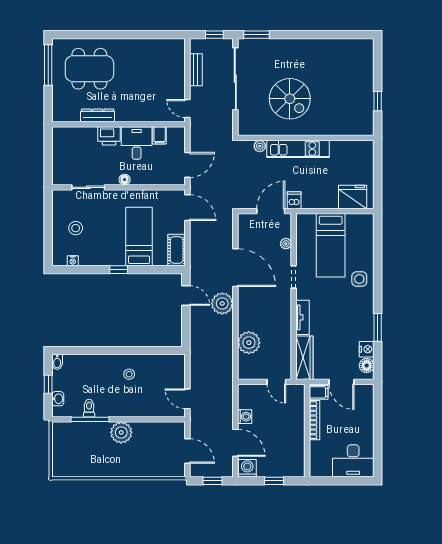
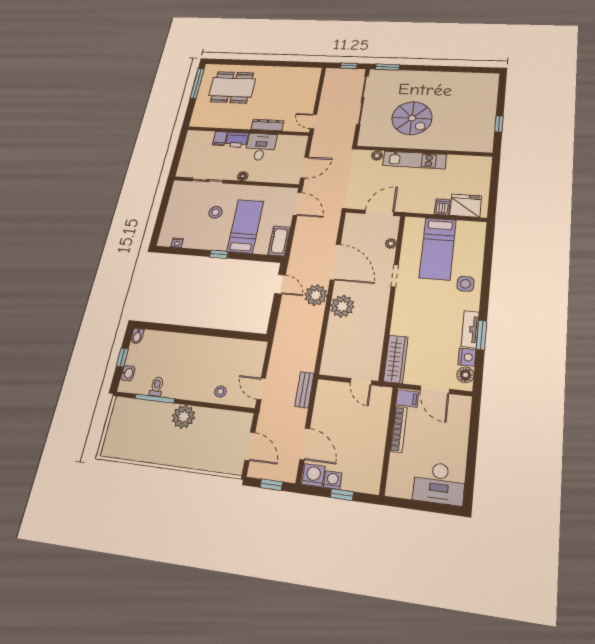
bench: (196, 70) -> (304, 390), moved
dresser: (98, 116) -> (267, 125), moved
filing cabinet: (160, 135) -> (220, 139), moved
dishwasher: (294, 200) -> (442, 207), moved
stool: (76, 228) -> (216, 212), moved
tv unit: (303, 317) -> (470, 329), moved, turned 180
plant: (249, 343) -> (342, 306), moved
stool: (129, 374) -> (220, 392), moved
washing machine: (245, 417) -> (333, 480), moved, turned -90

